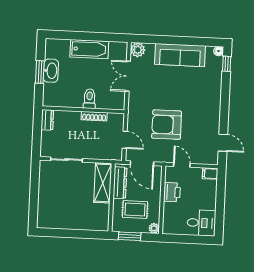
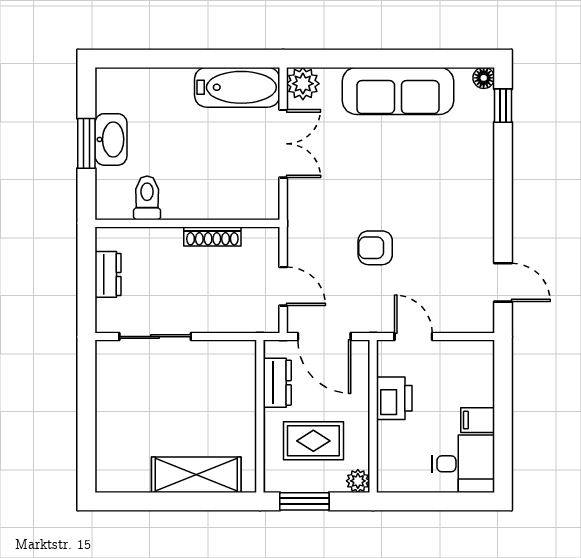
bathtub: (89, 49) -> (237, 87), moved
double door: (128, 76) -> (283, 144), swing flipped
toilet: (90, 99) -> (147, 198), moved
dresser: (47, 120) -> (108, 274), moved
armchair: (167, 125) -> (375, 248), width x0.53, depth x0.53
filing cabinet: (210, 174) -> (478, 420), moved
shelving: (103, 183) -> (196, 475), moved, turned 90
dresser: (120, 183) -> (277, 383), width x0.70

